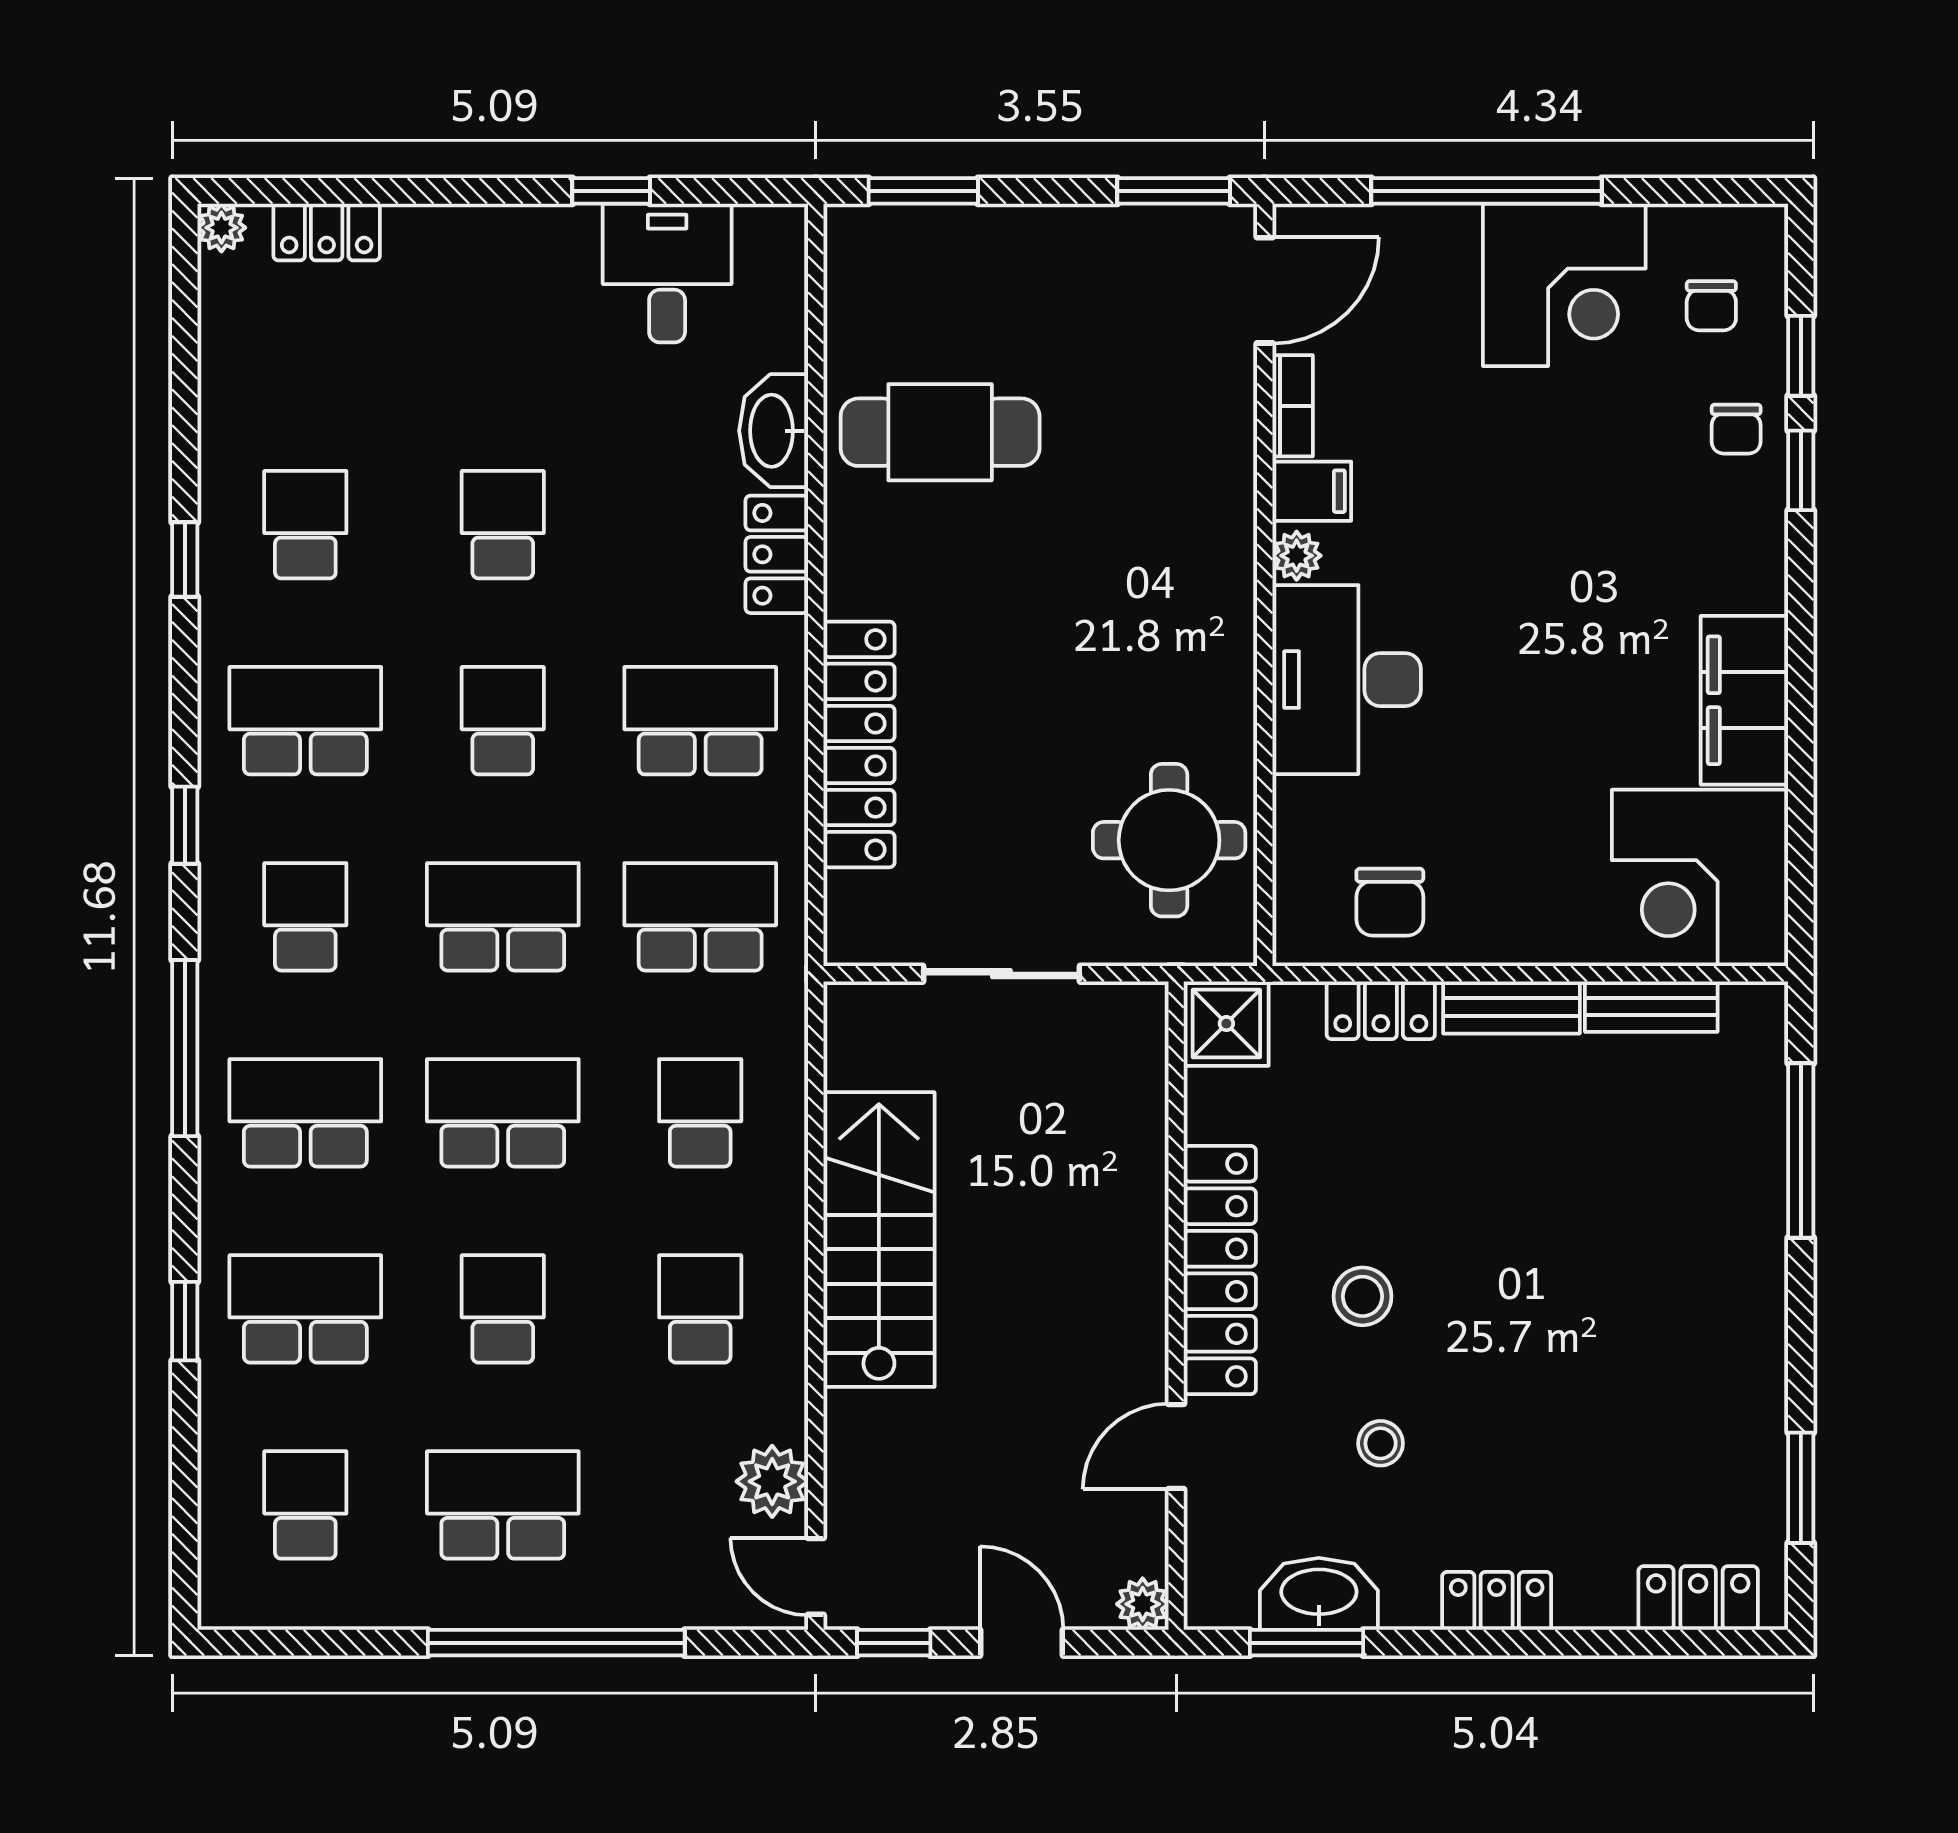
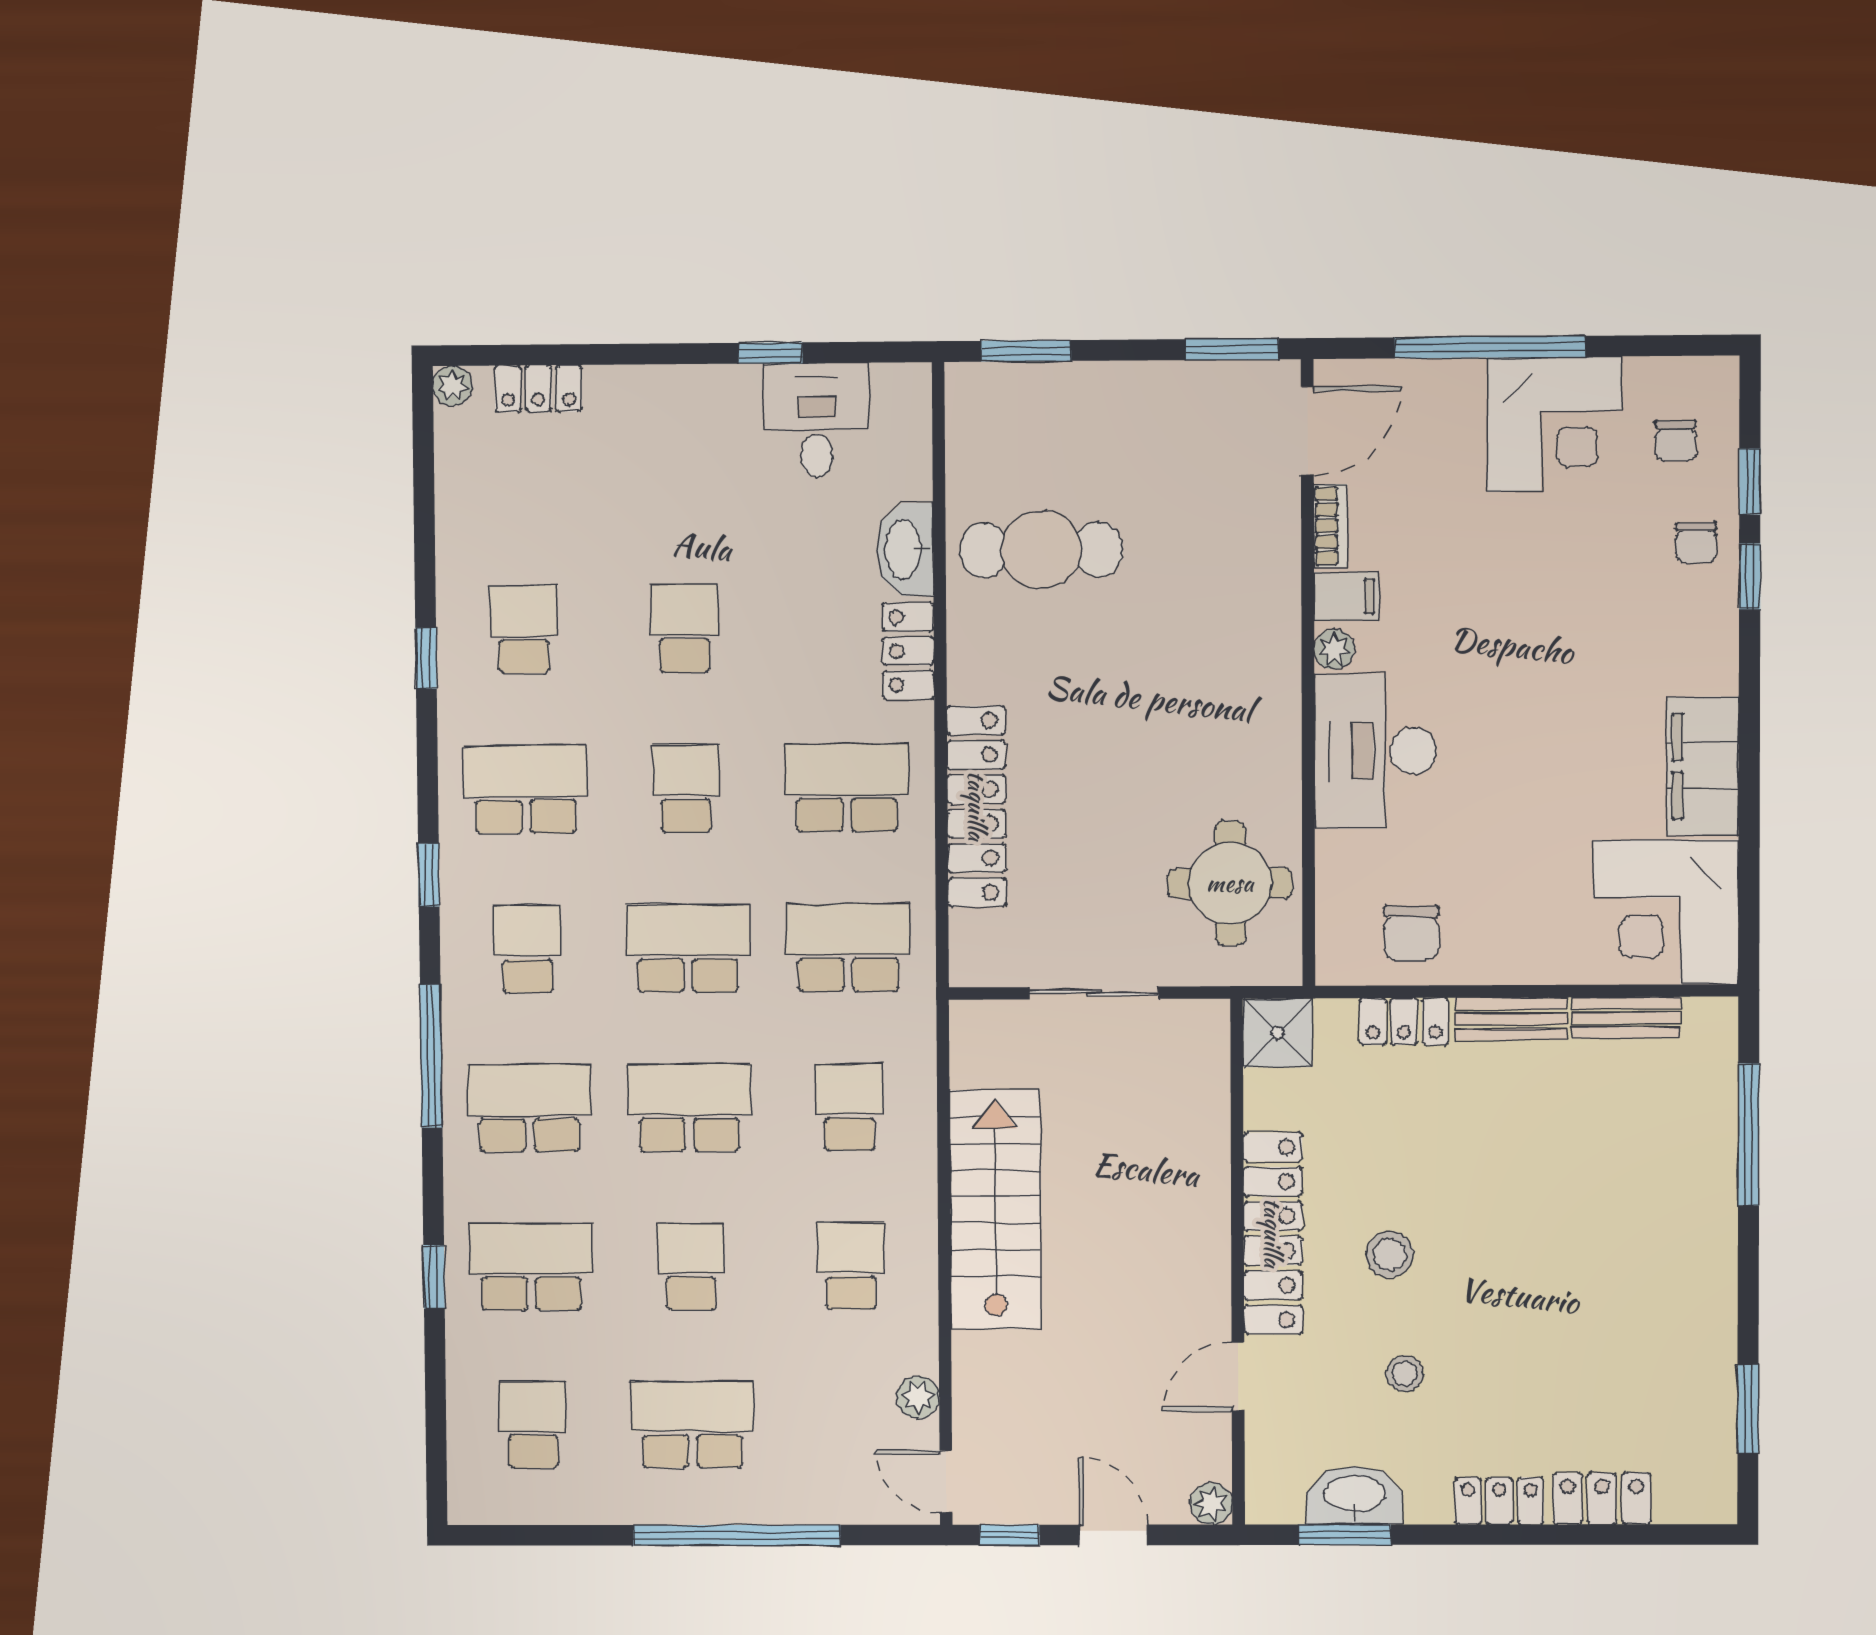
plant: (772, 1481) -> (918, 1397), width x0.73, depth x0.73
locker: (1698, 1598) -> (1602, 1499), moved

